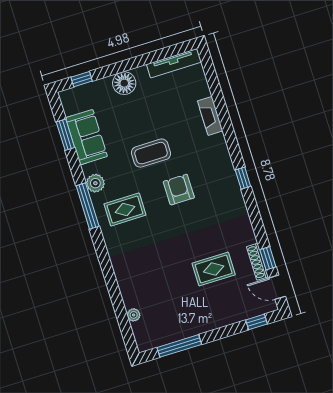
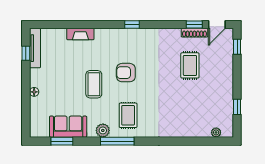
window: (82, 79) -> (26, 53), moved
floor lamp: (124, 83) -> (34, 92), width x0.53, depth x0.53
plant: (134, 315) -> (216, 132), moved
window: (179, 346) -> (237, 107), width x0.46

